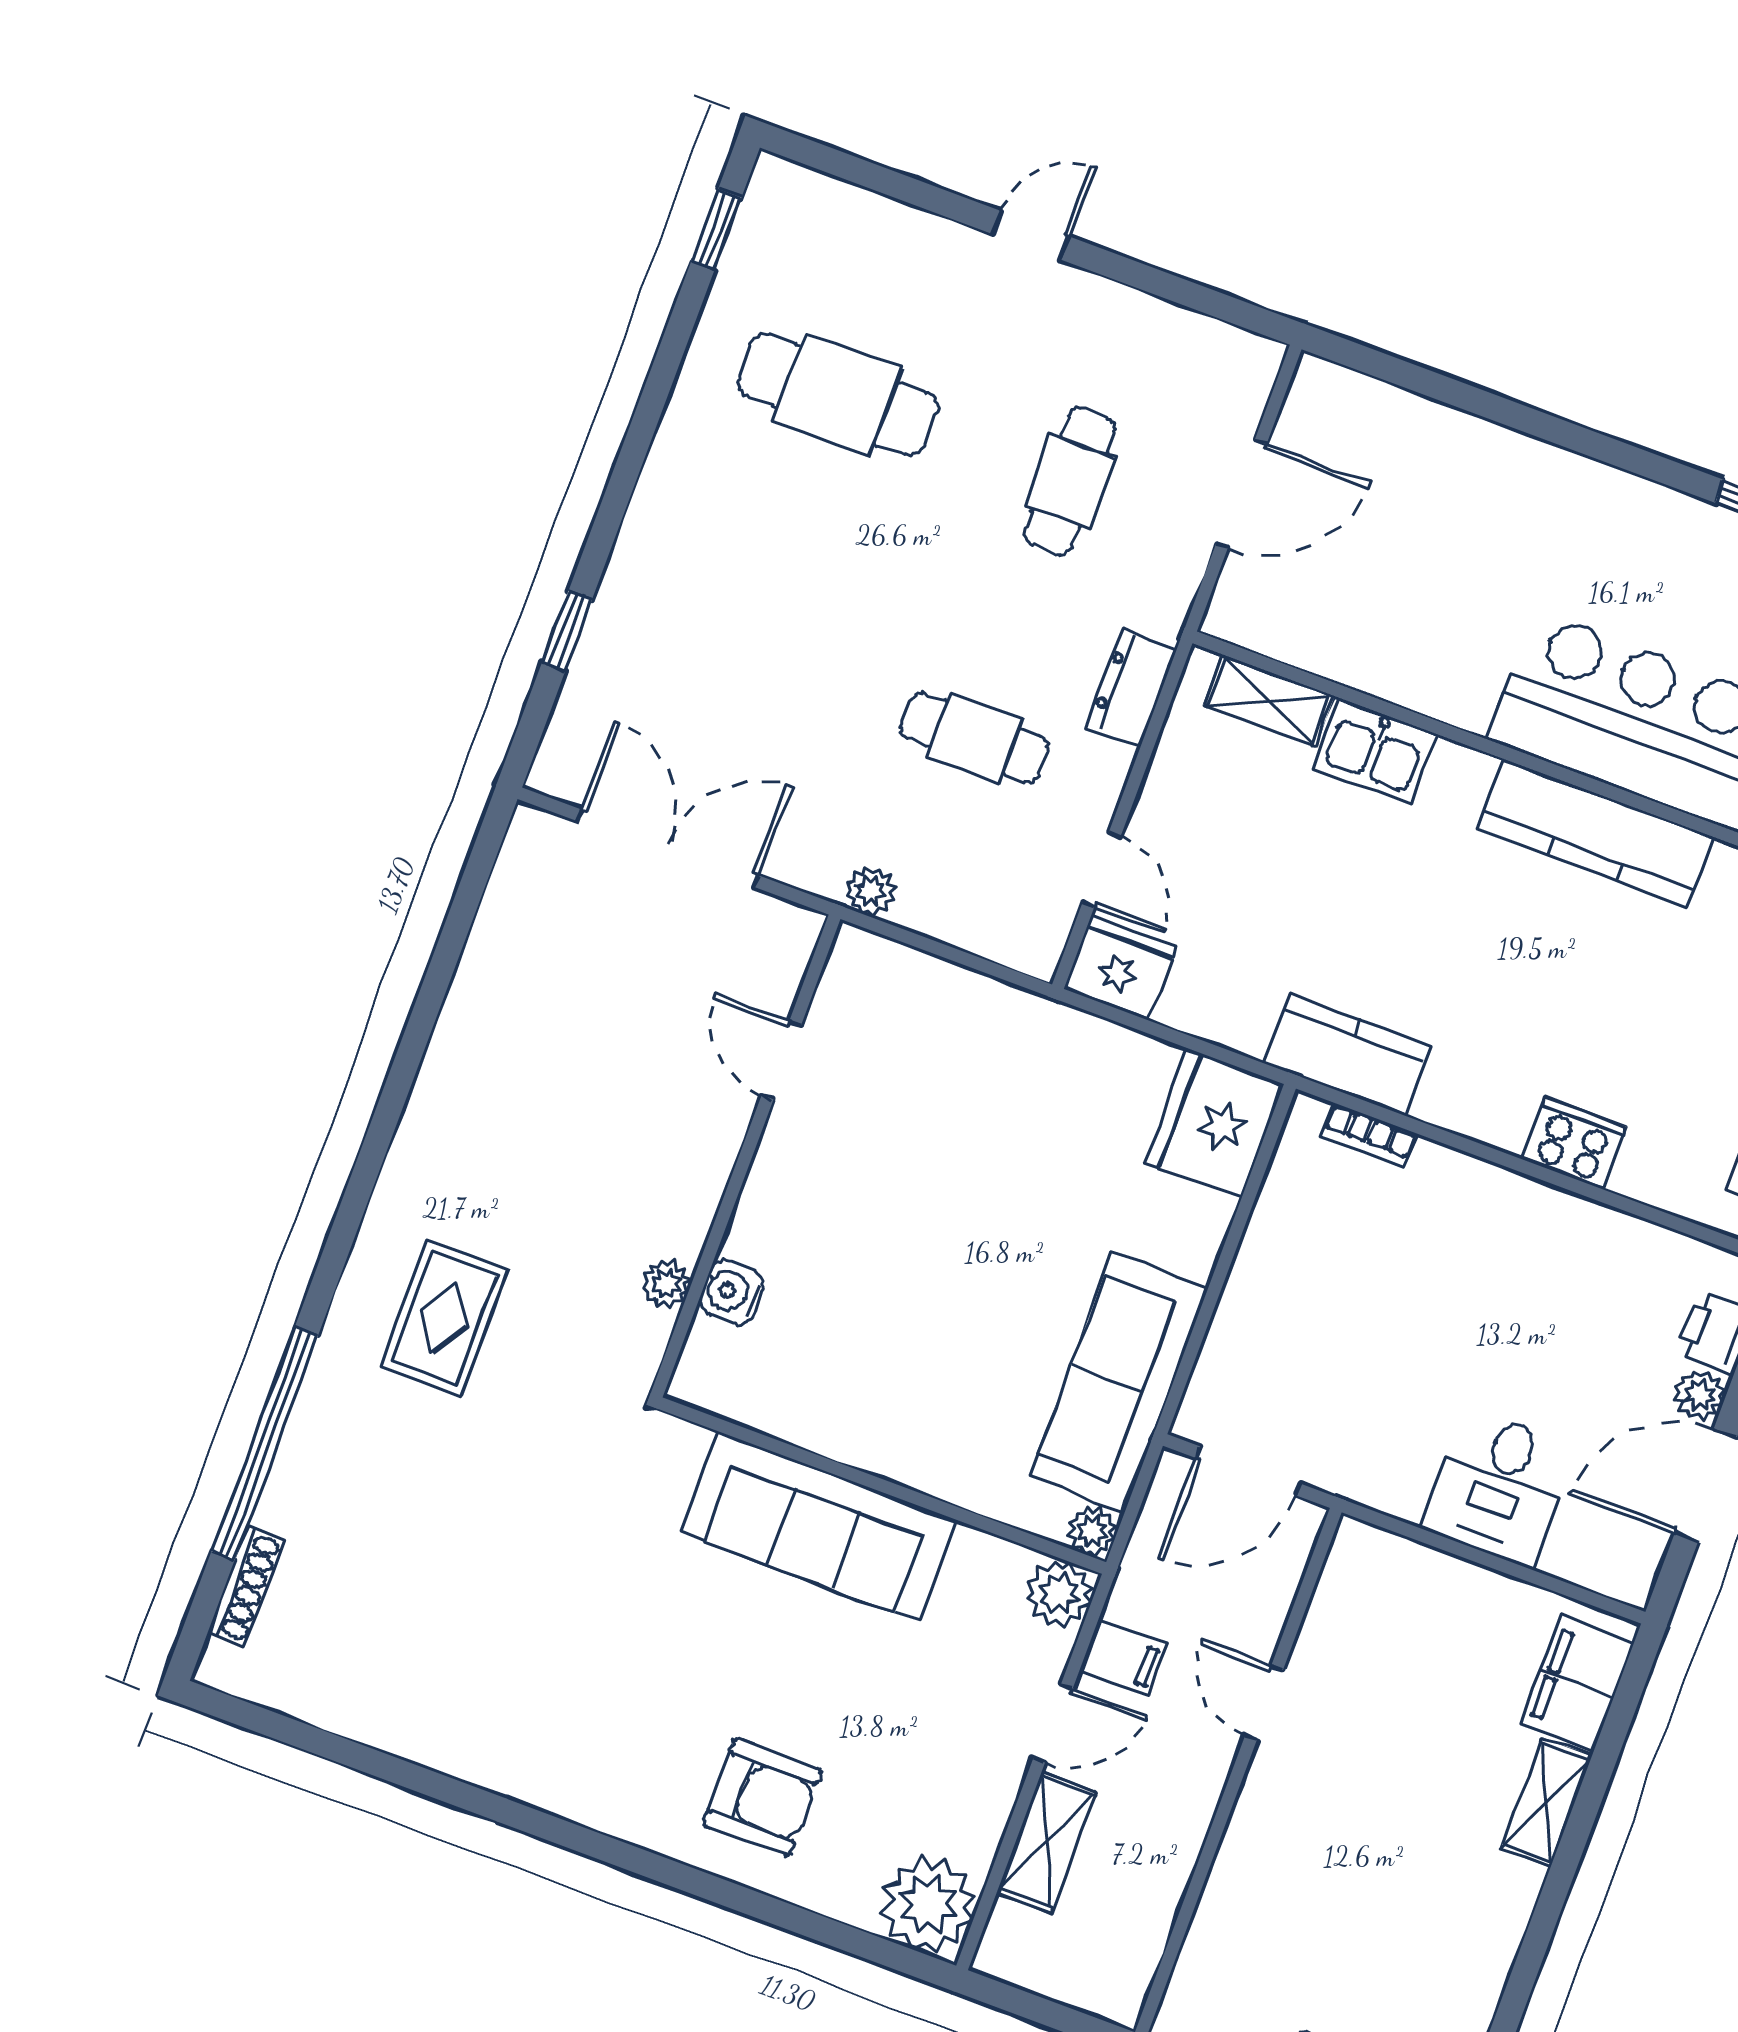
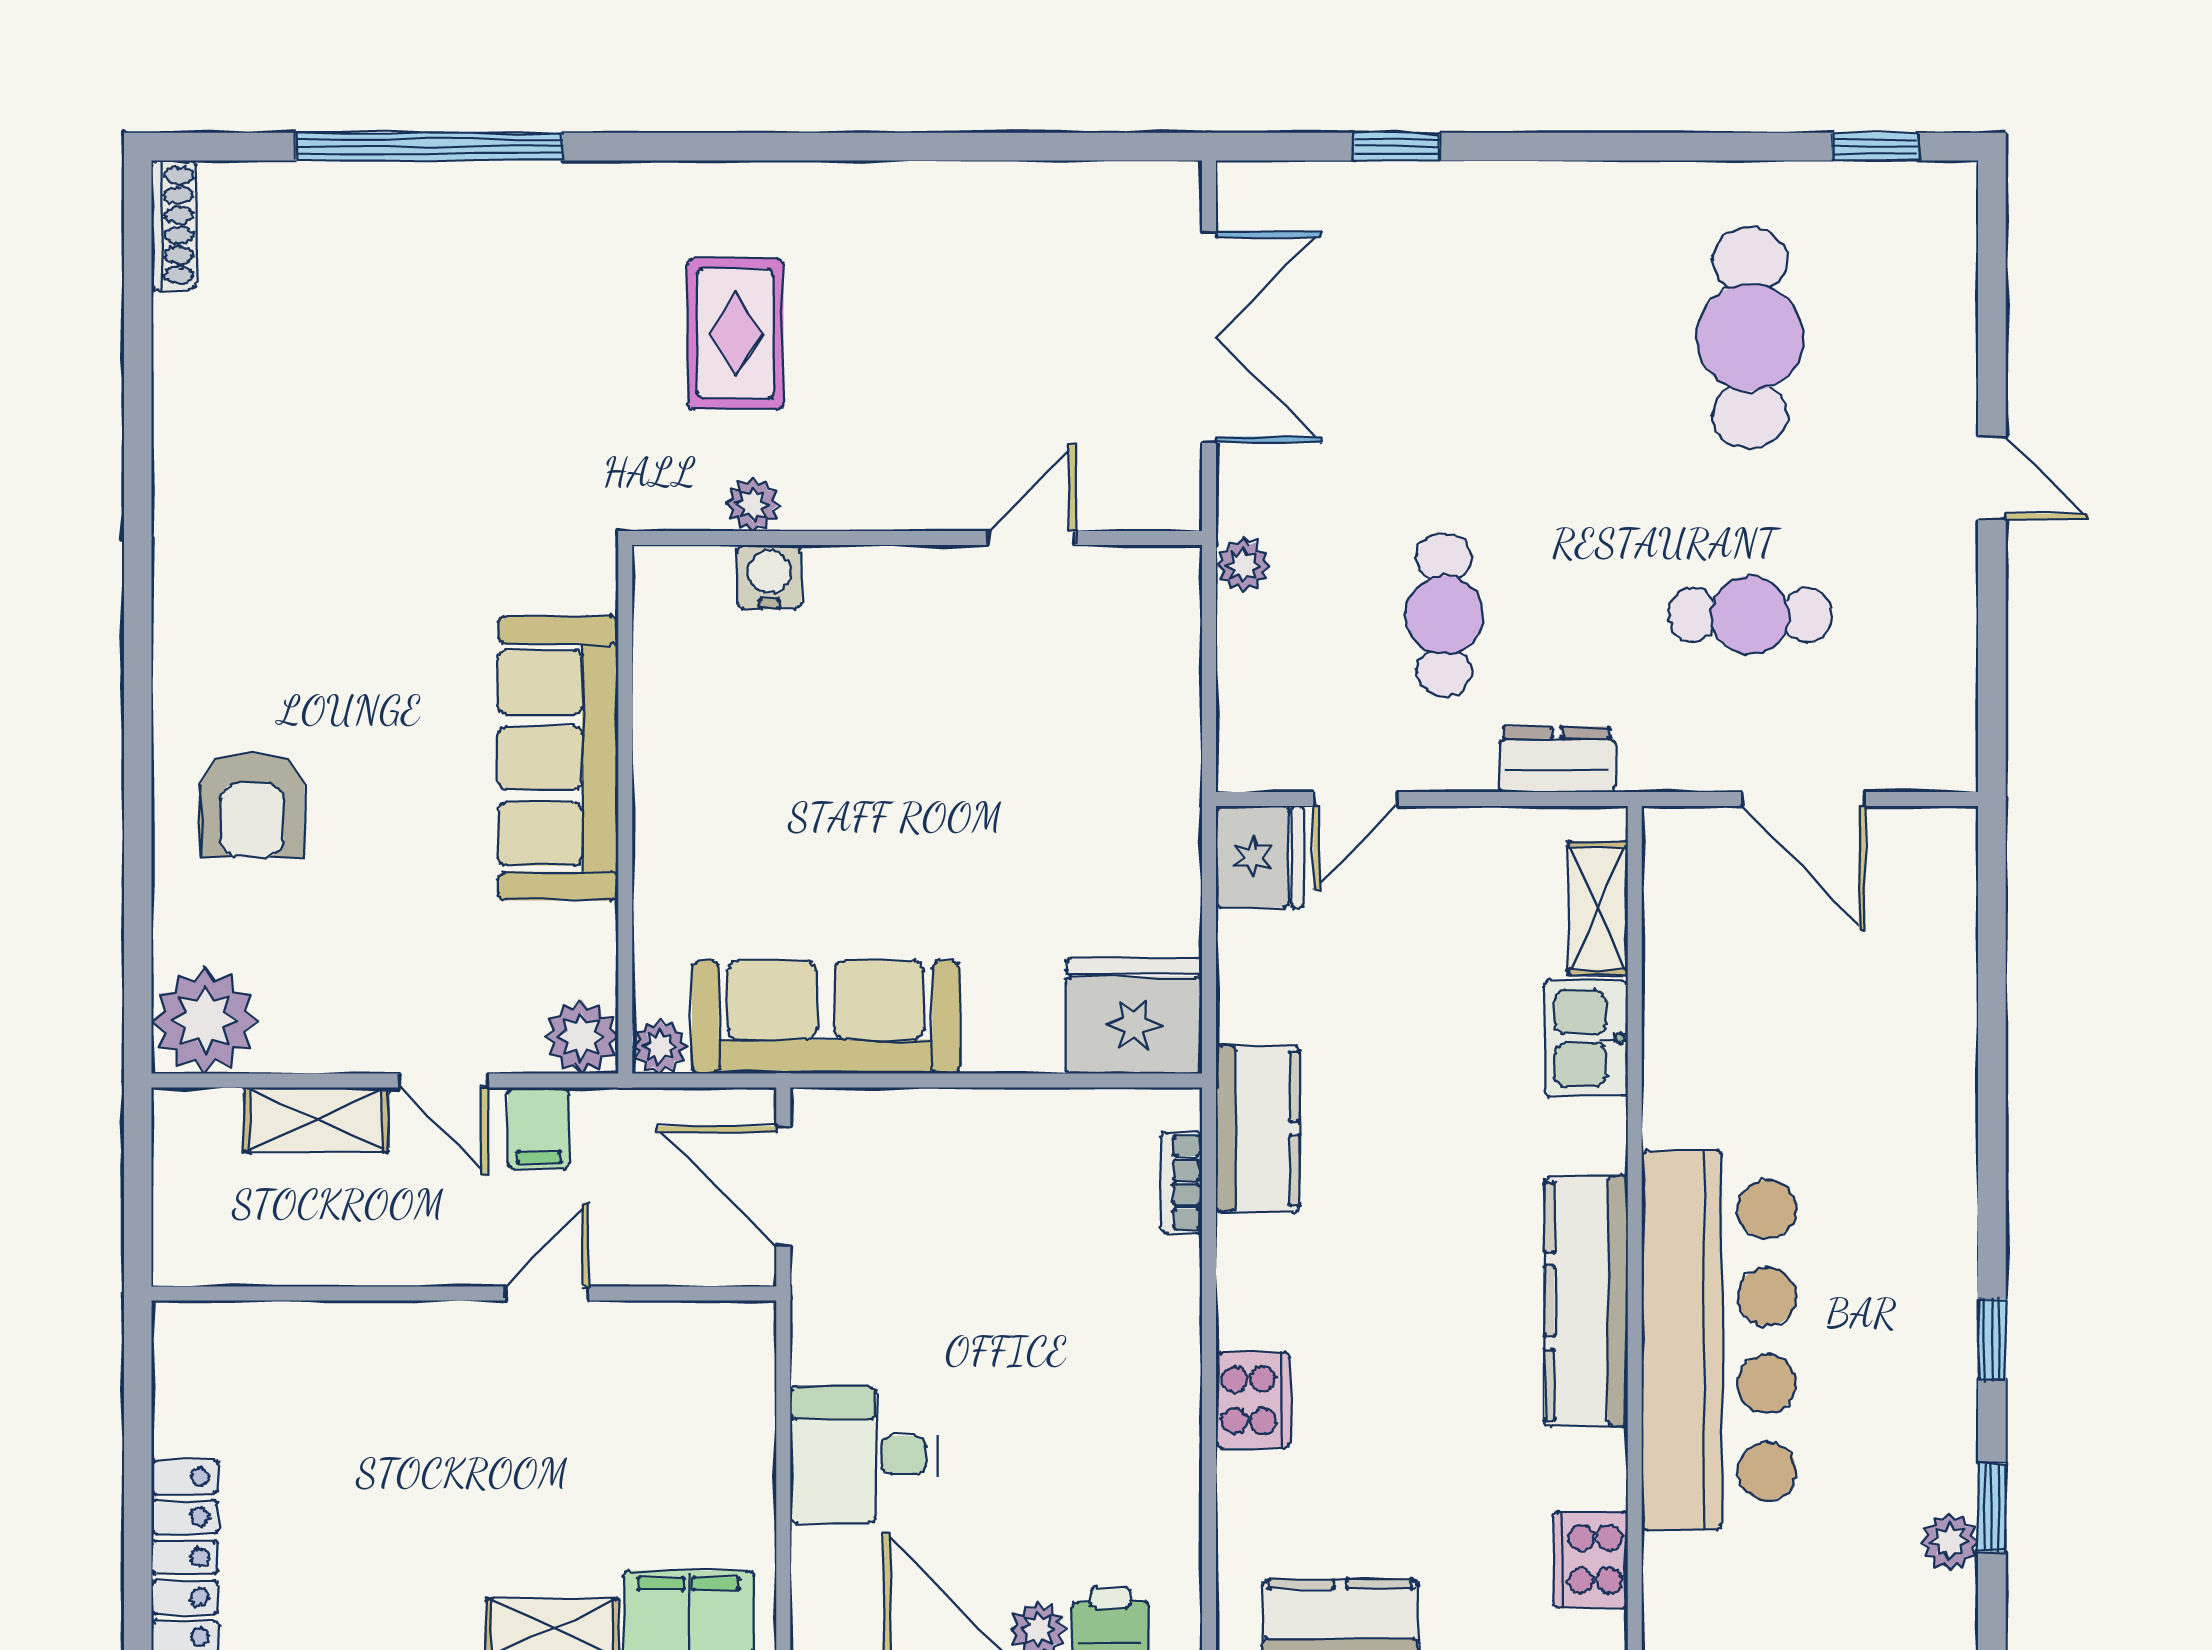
rug: (444, 1318) -> (735, 334), moved, turned 90
shoe rack: (246, 1586) -> (174, 225), moved, turned -90

